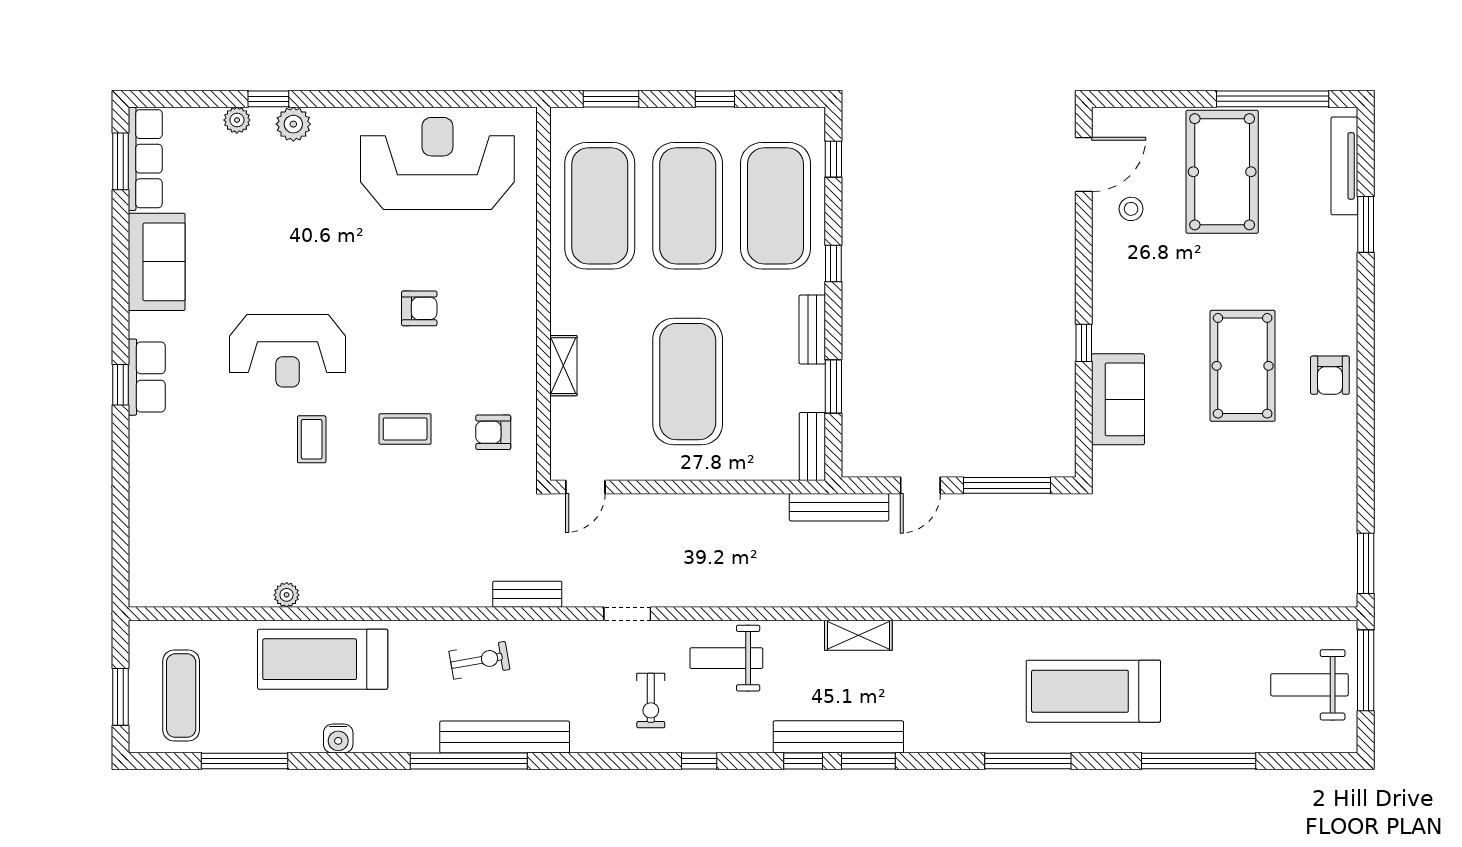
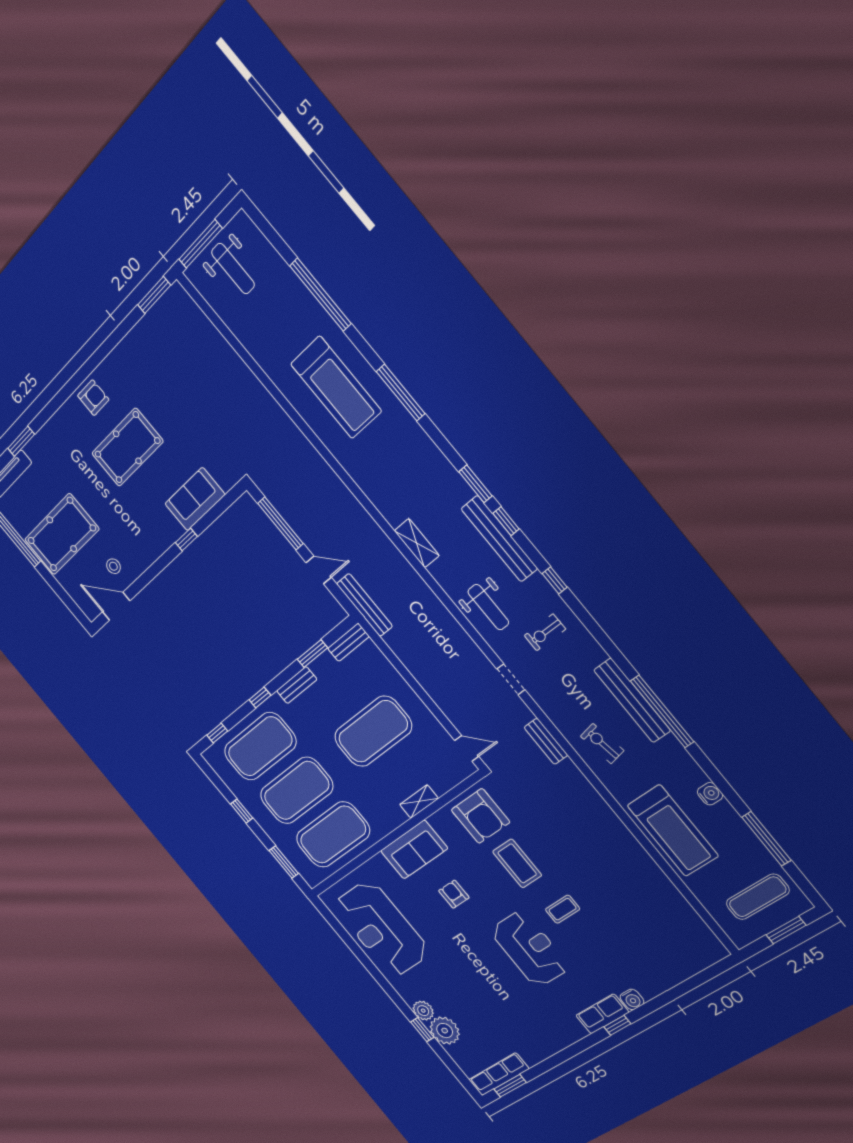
plant: (237, 120) -> (445, 1031), width x1.88, depth x1.88
sofa: (157, 262) -> (414, 850), moved, turned 180
coffee table: (405, 429) -> (517, 863), width x1.36, depth x1.30
armchair: (493, 432) -> (480, 816), width x1.88, depth x1.88
water cooler: (143, 433) -> (632, 999), added
plant: (287, 595) -> (654, 872), removed
exercise bike: (651, 701) -> (545, 632), turned 180
bench: (838, 737) -> (499, 539), moved

